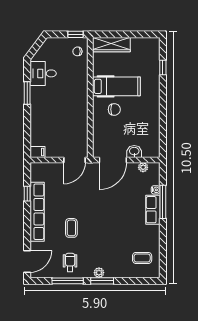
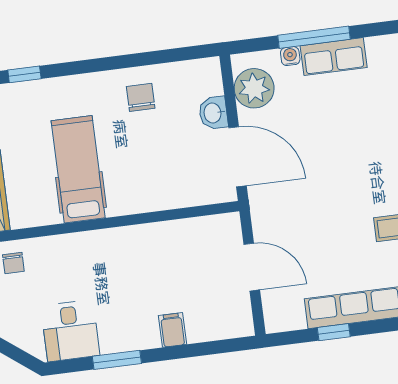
chair: (114, 109) -> (141, 97), moved
filing cabinet: (38, 152) -> (173, 330), moved
door: (74, 160) -> (252, 267), moved
plant: (143, 167) -> (254, 88), width x1.87, depth x1.87

